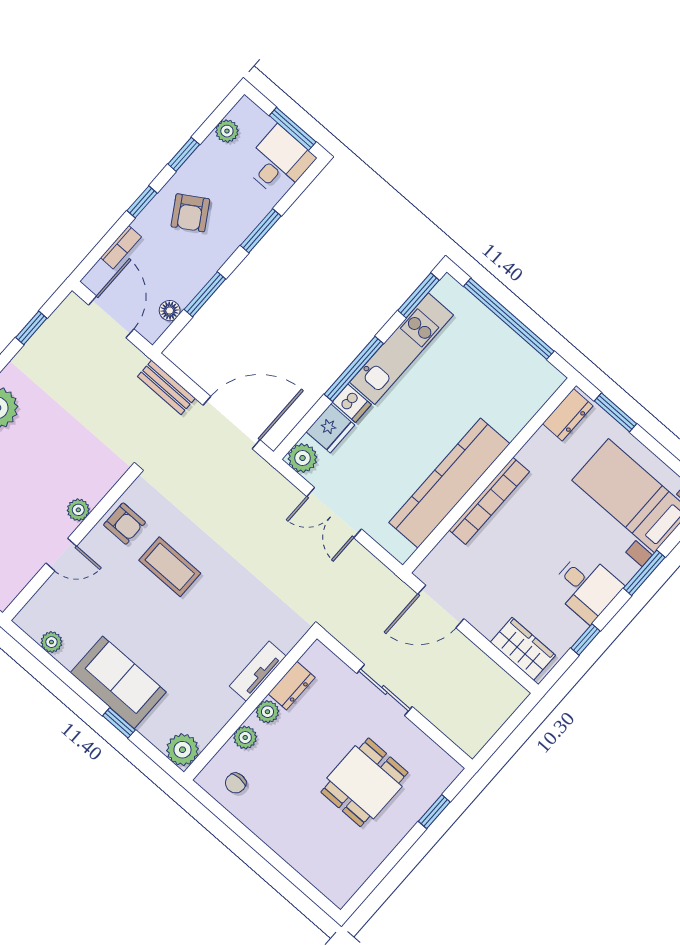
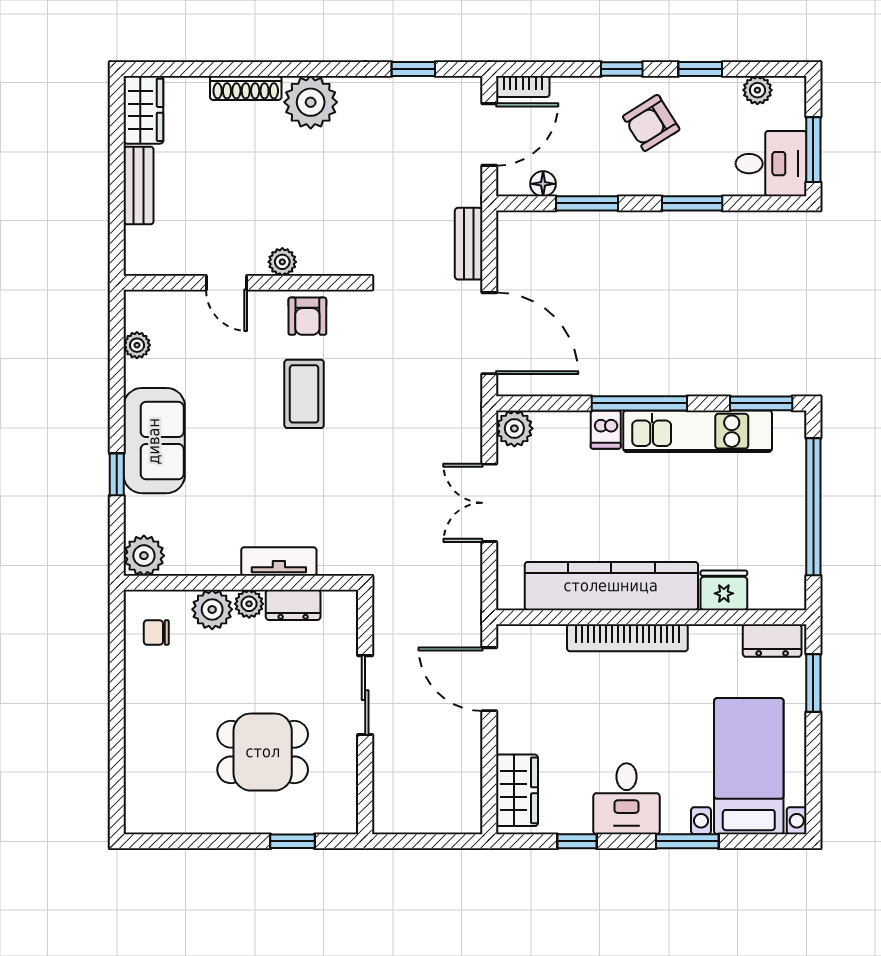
bookcase: (121, 247) -> (523, 86), moved
fridge: (330, 428) -> (724, 590), moved, turned 180
plant: (245, 737) -> (212, 609), width x1.38, depth x1.38

